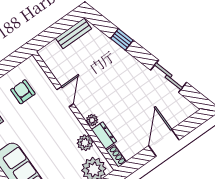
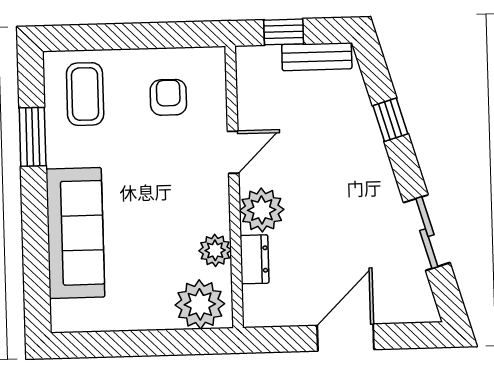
window: (53, 32) -> (284, 32), added
plant: (92, 120) -> (262, 210), width x1.88, depth x1.88
shoe rack: (116, 156) -> (252, 307), removed

